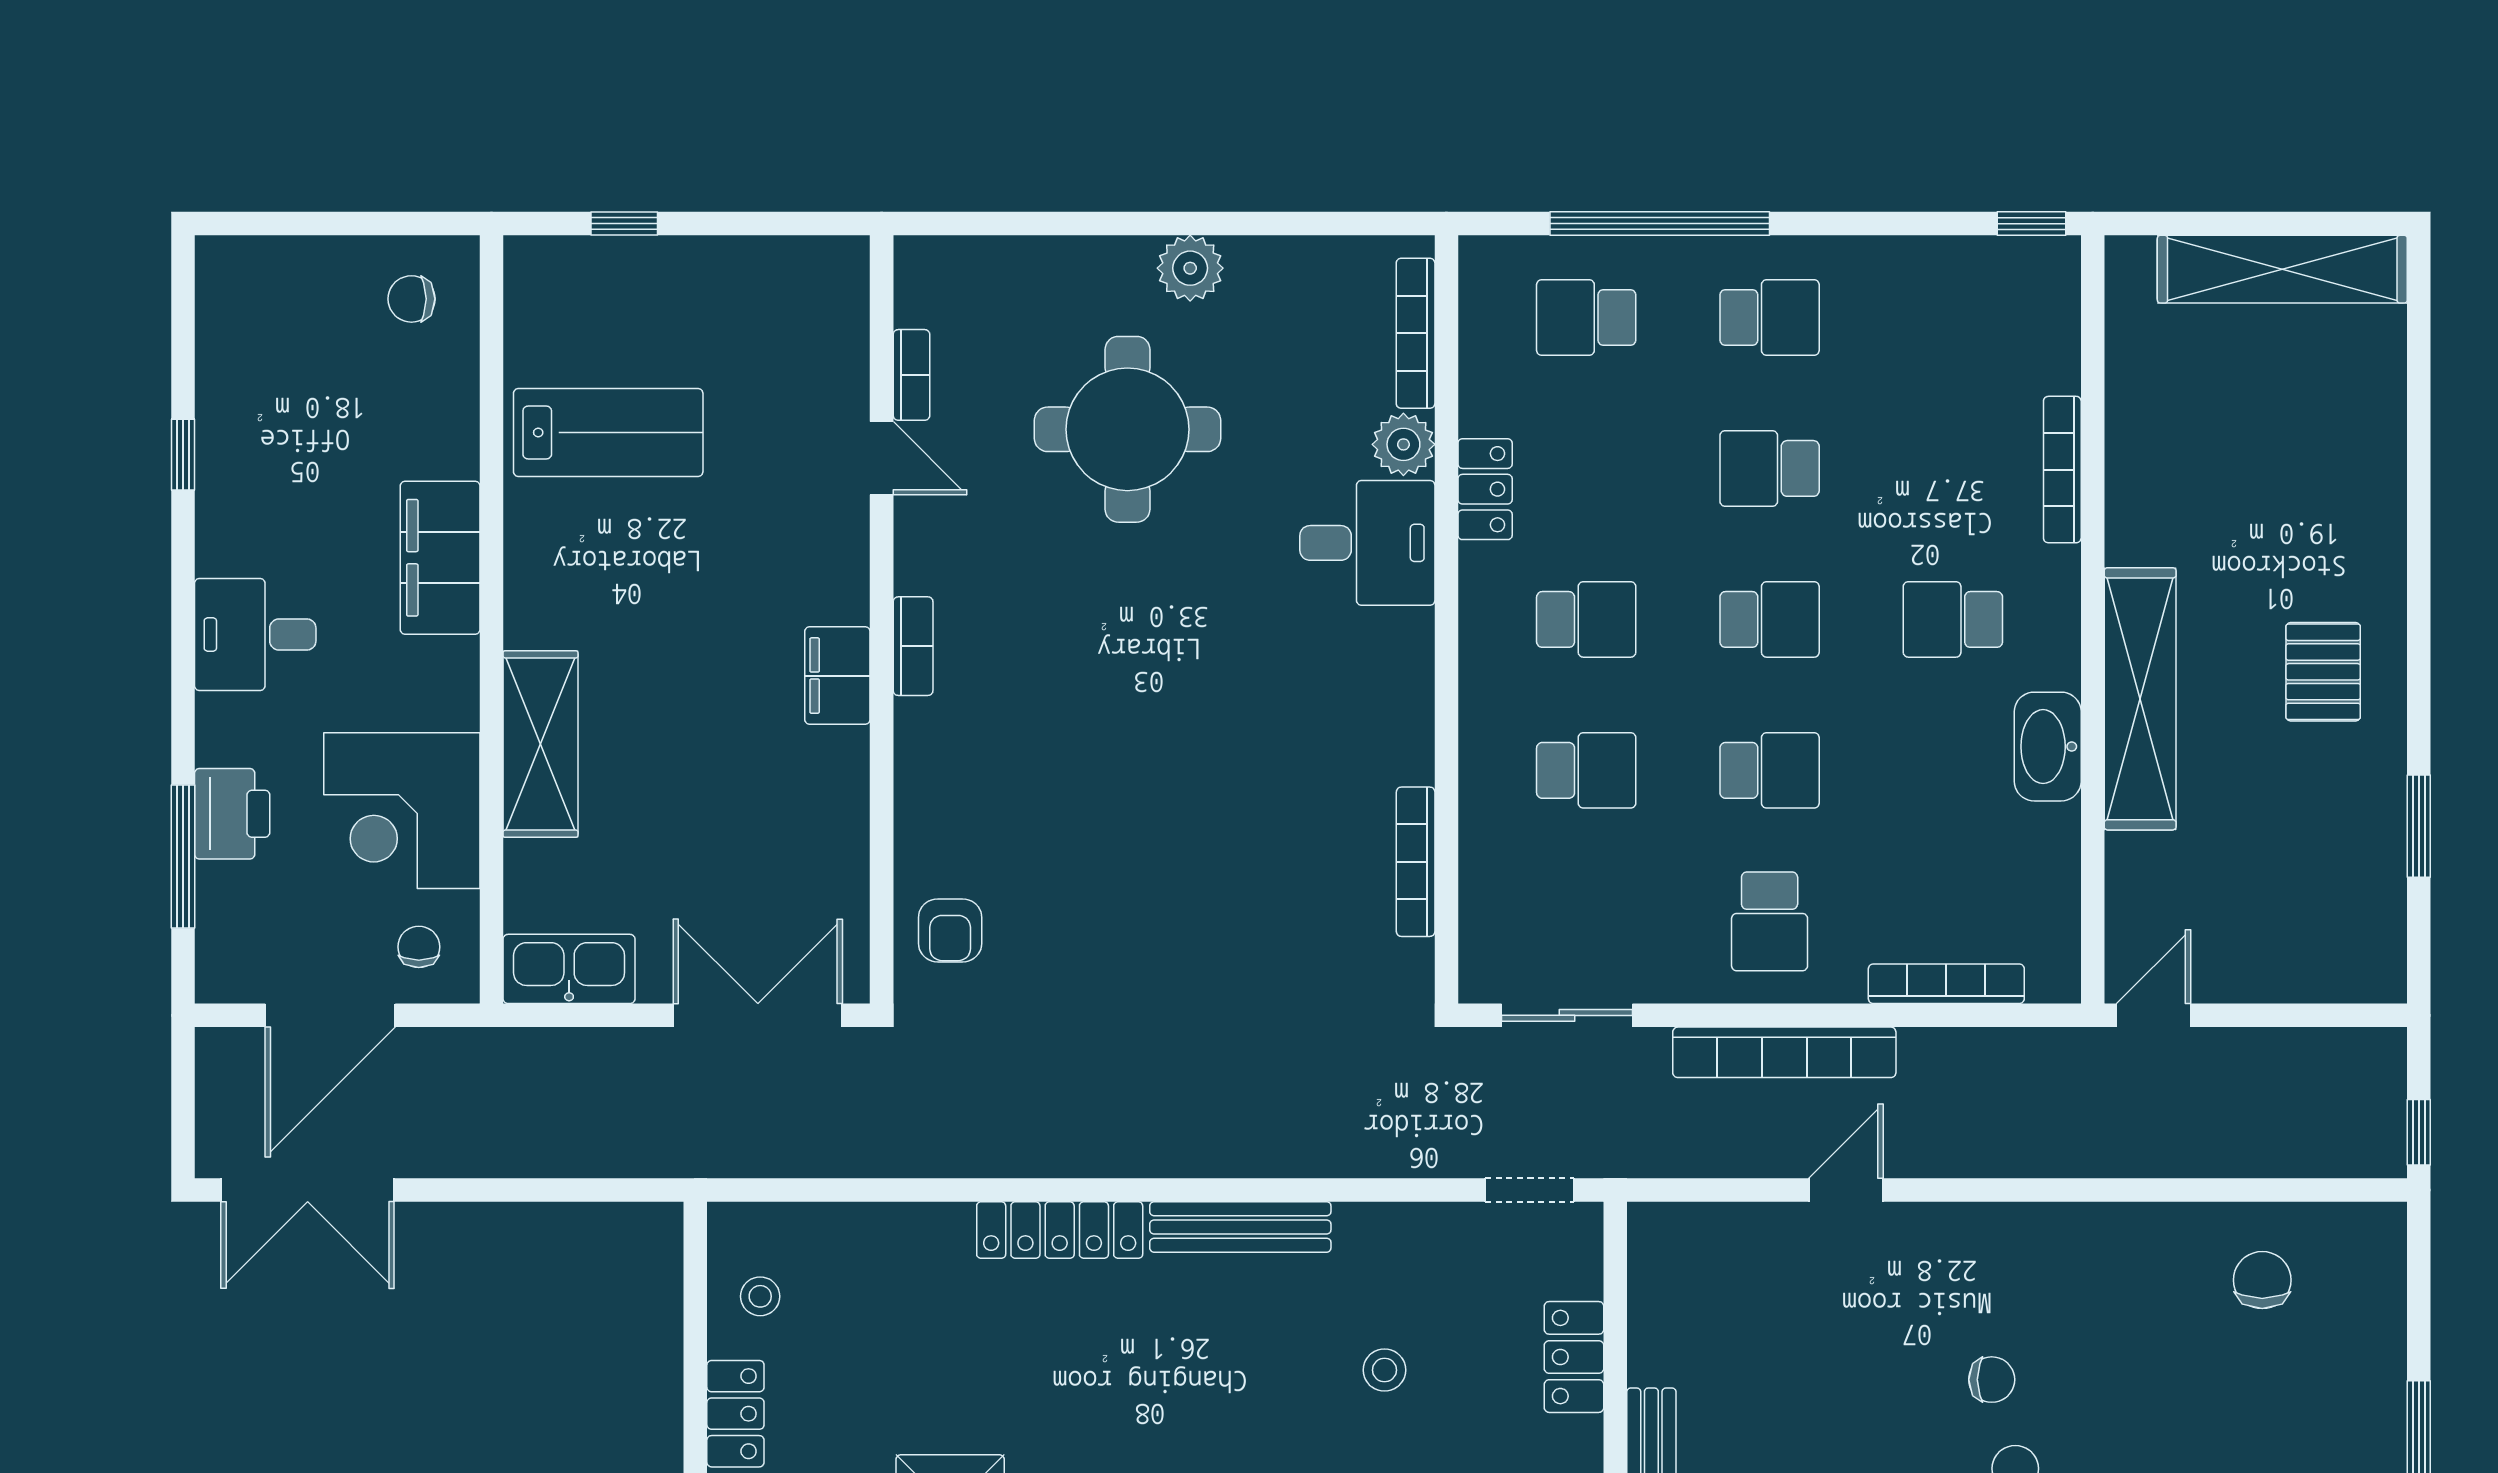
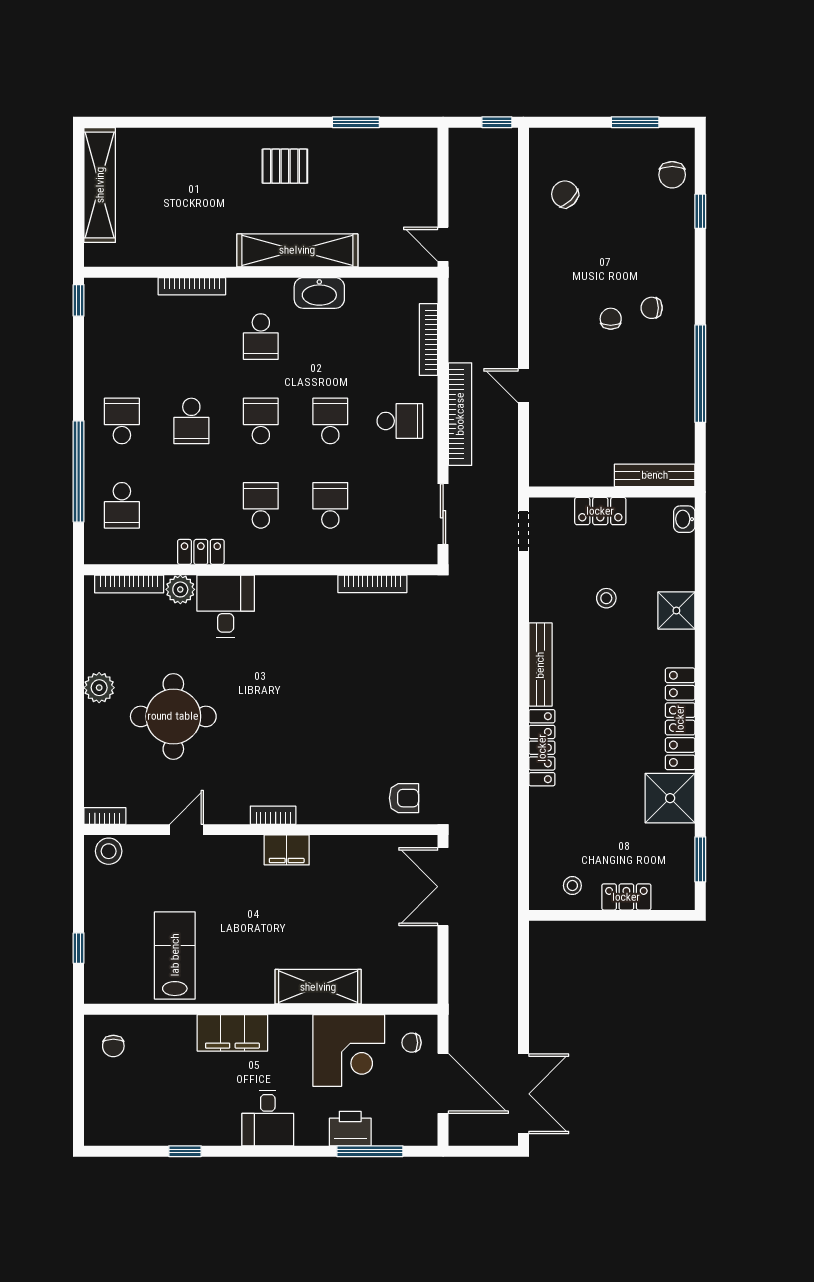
stool: (835, 289) -> (109, 851), added
bookcase: (911, 375) -> (105, 816), moved
kitchen sink: (569, 969) -> (422, 973), removed
chair: (2262, 1280) -> (565, 194), turned 45

